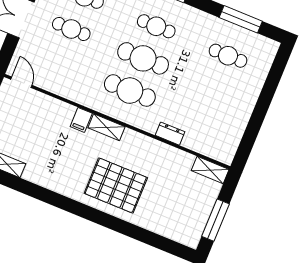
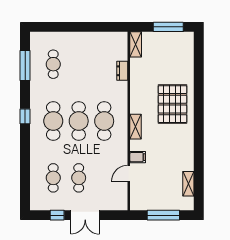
cafe table: (156, 26) -> (53, 121), width x1.37, depth x1.35
door: (21, 82) -> (129, 173), moved
filing cabinet: (81, 120) -> (138, 157), moved
dresser: (170, 134) -> (122, 71), moved

